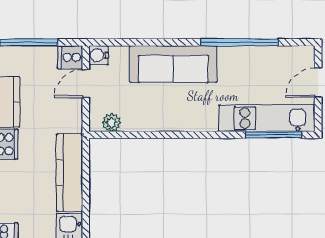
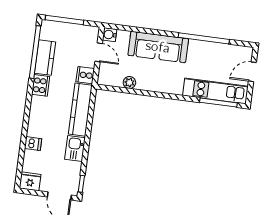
cooker: (70, 57) -> (85, 75), moved
door: (86, 84) -> (99, 52), swing flipped
plant: (111, 122) -> (129, 82), moved

